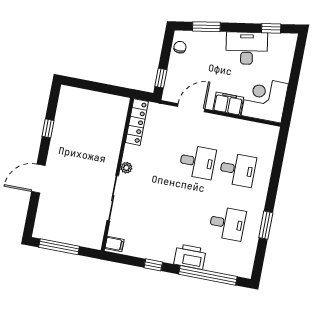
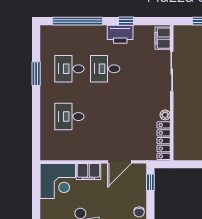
desk: (197, 162) -> (105, 69), moved
plant: (126, 168) -> (165, 115), moved
filing cabinet: (114, 244) -> (163, 38), width x2.00
printer: (190, 257) -> (120, 34), moved

